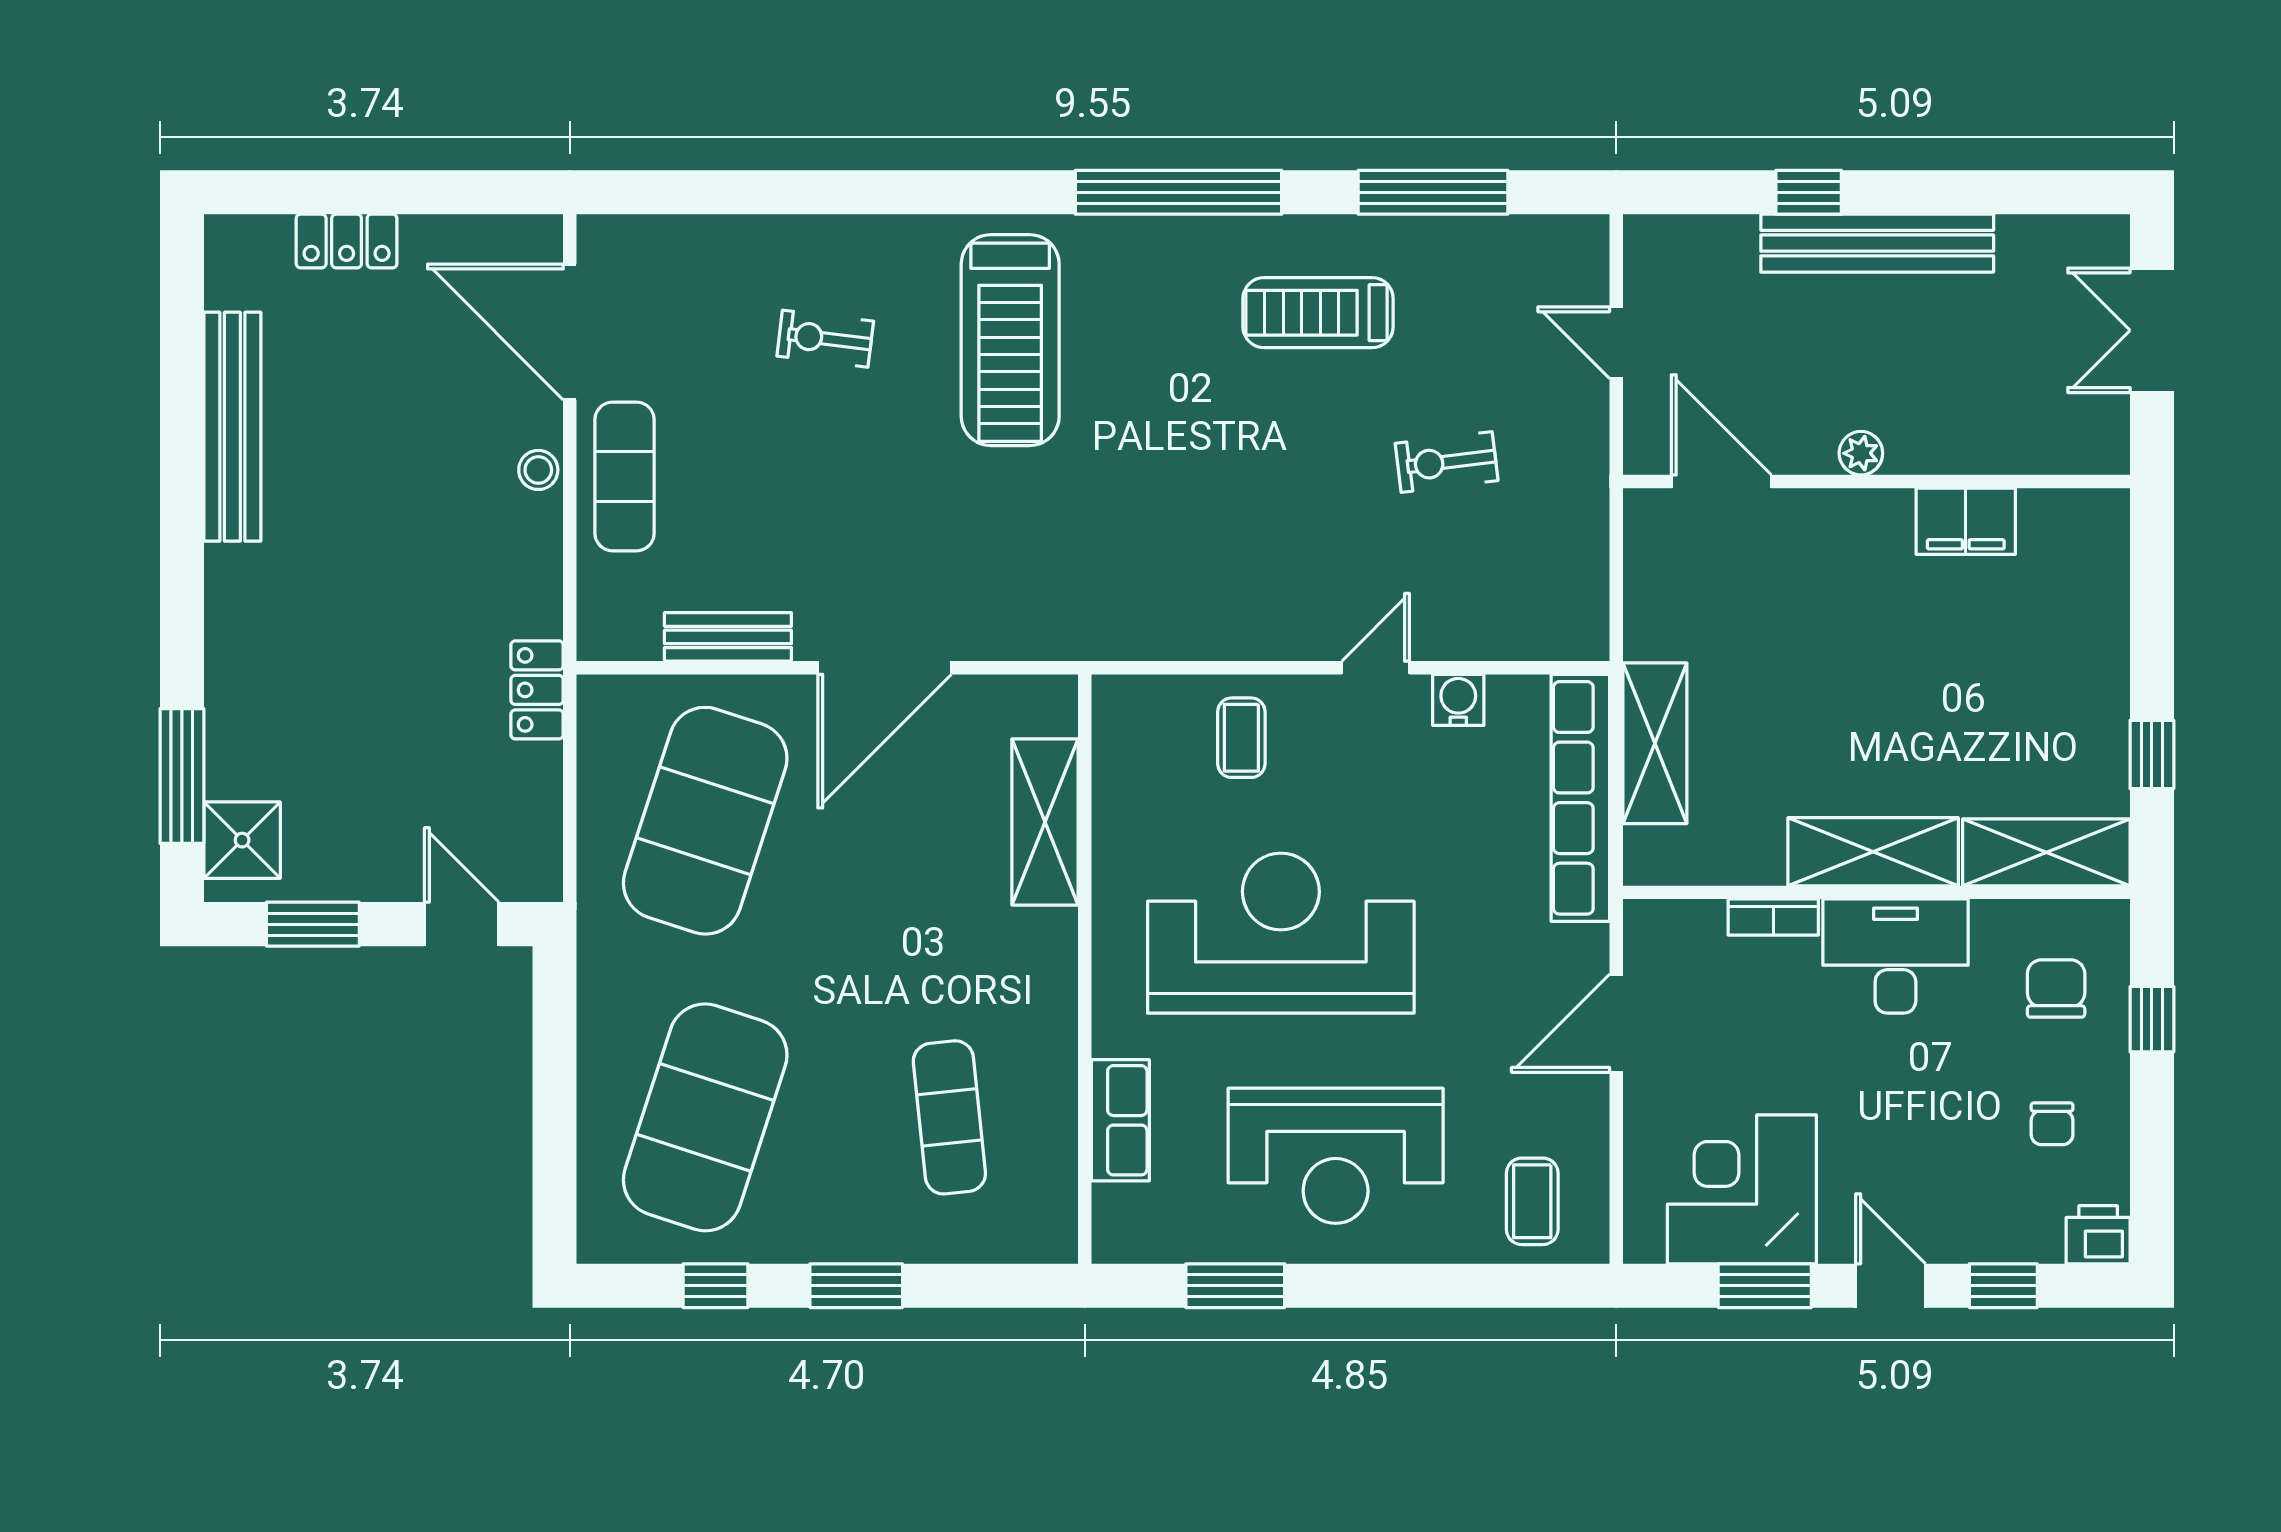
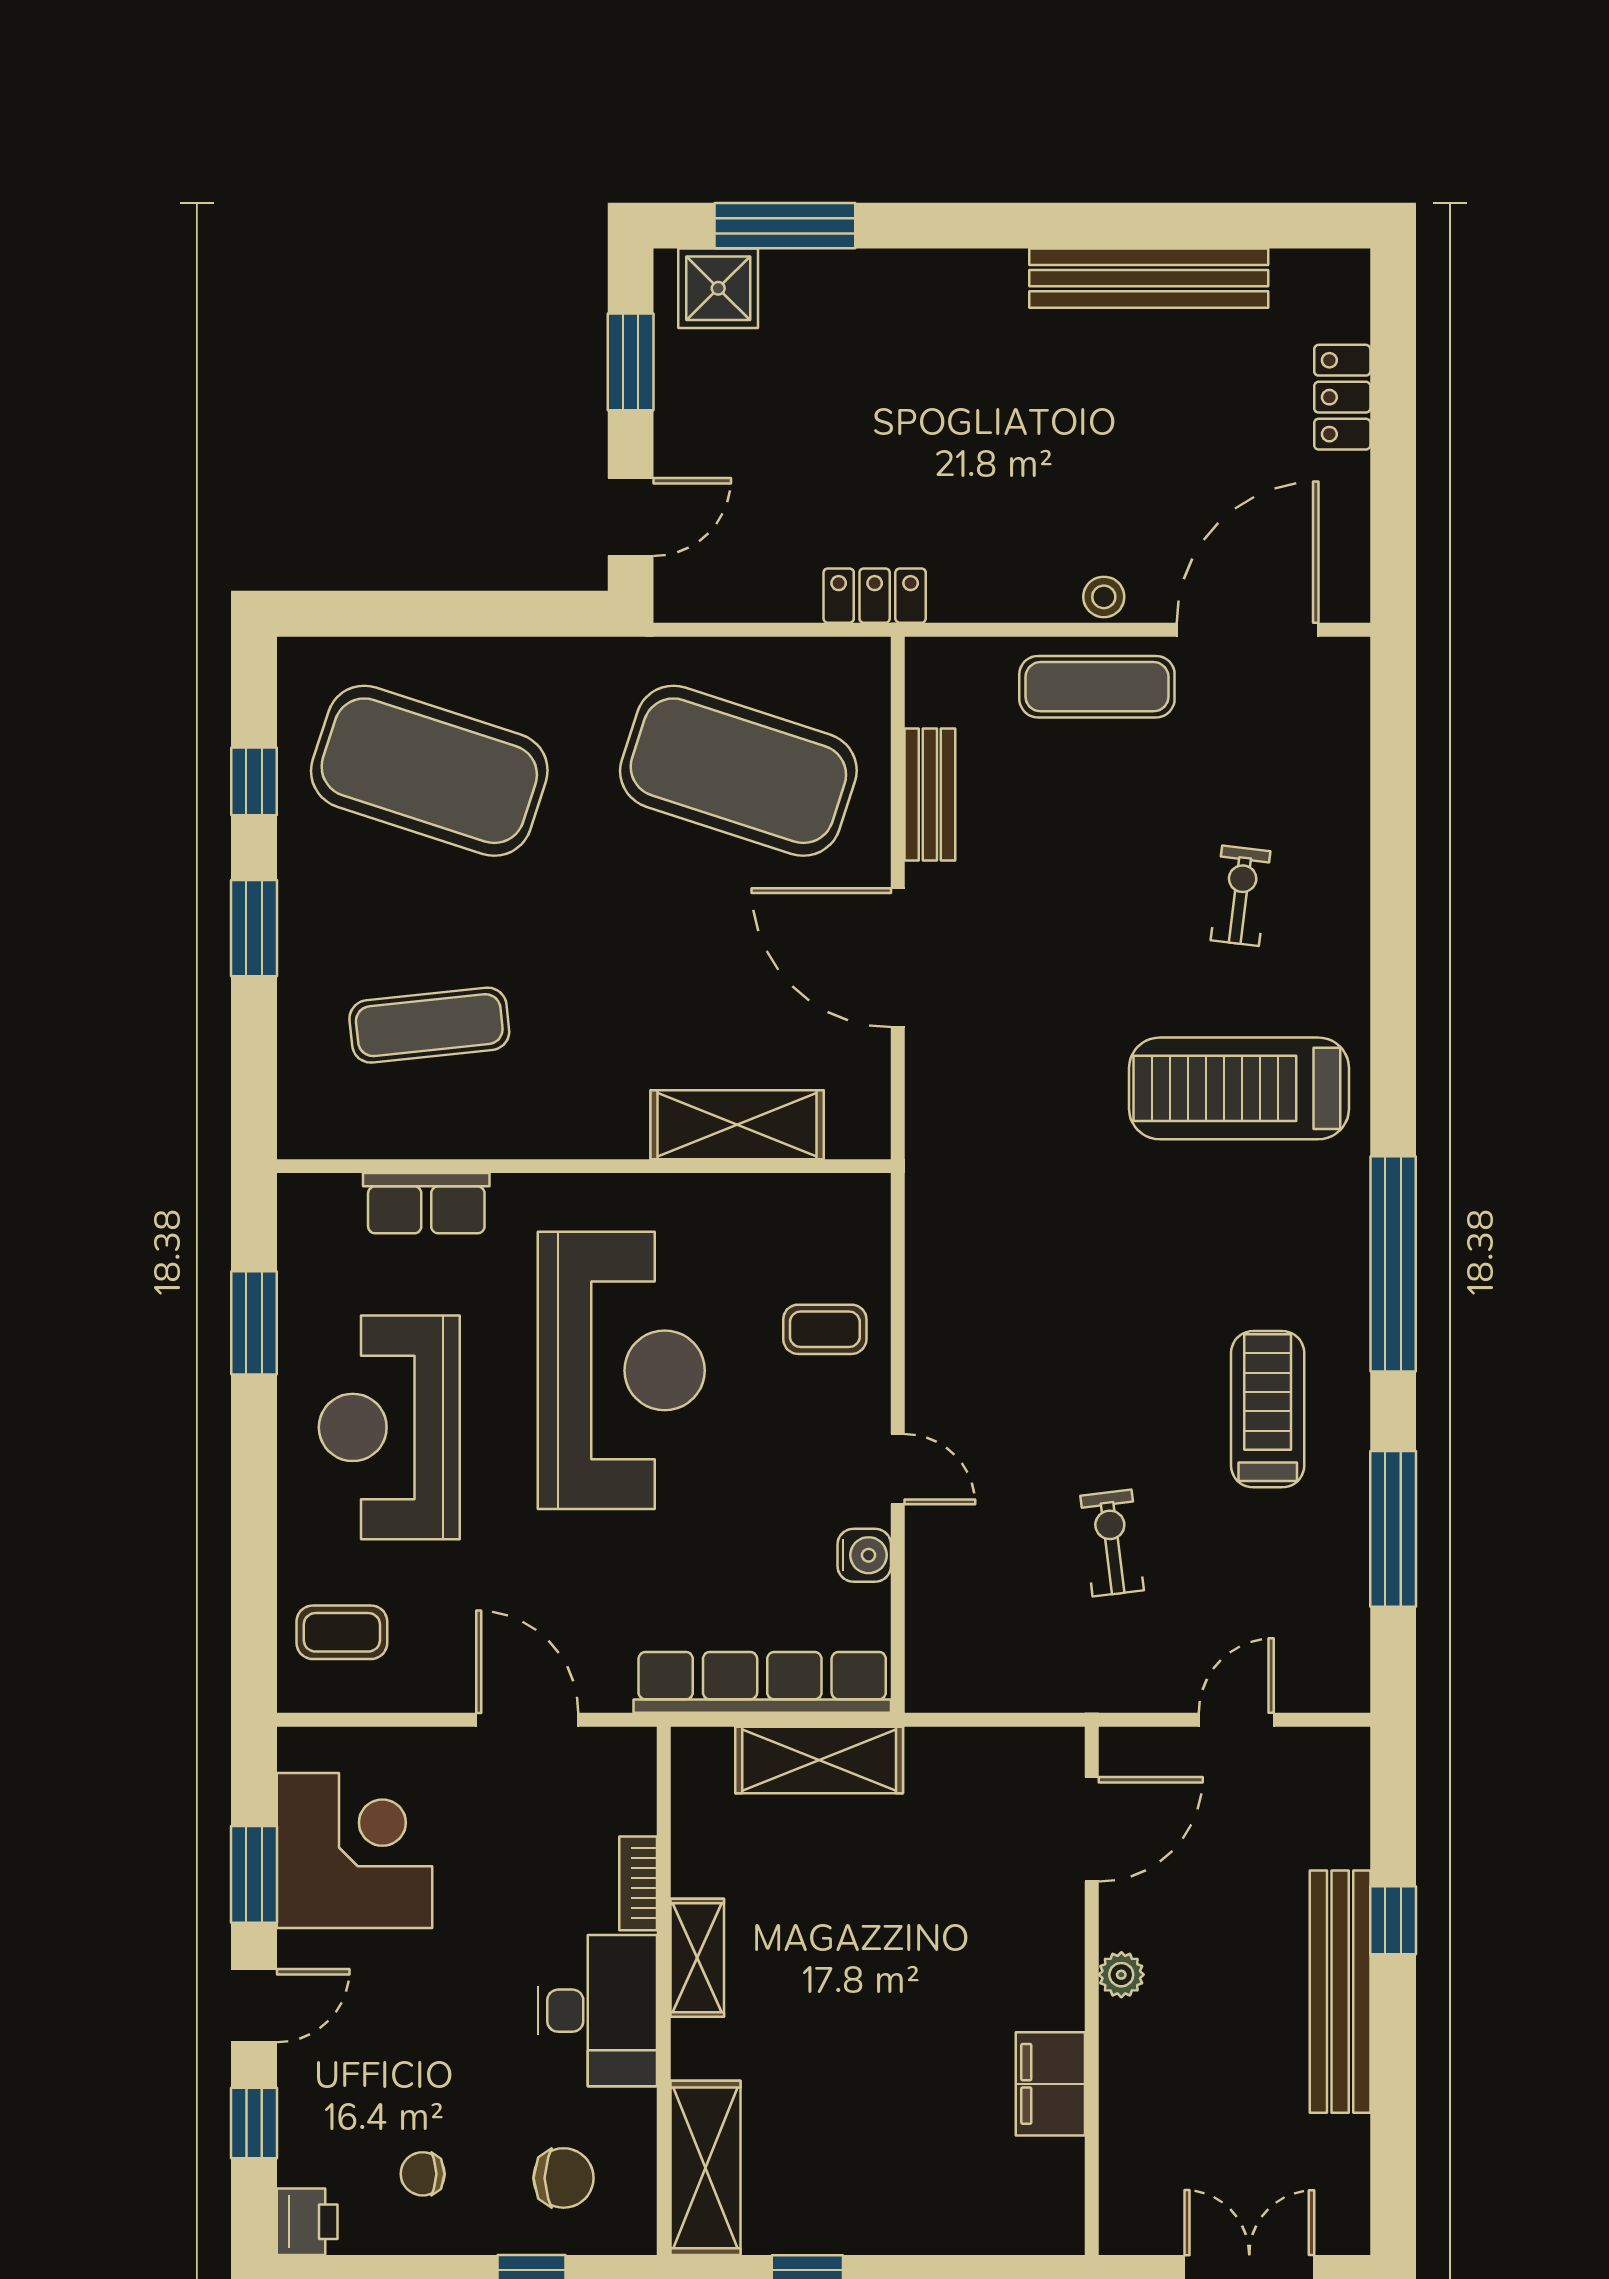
shelving: (1873, 852) -> (697, 1958), width x0.67, depth x0.75

